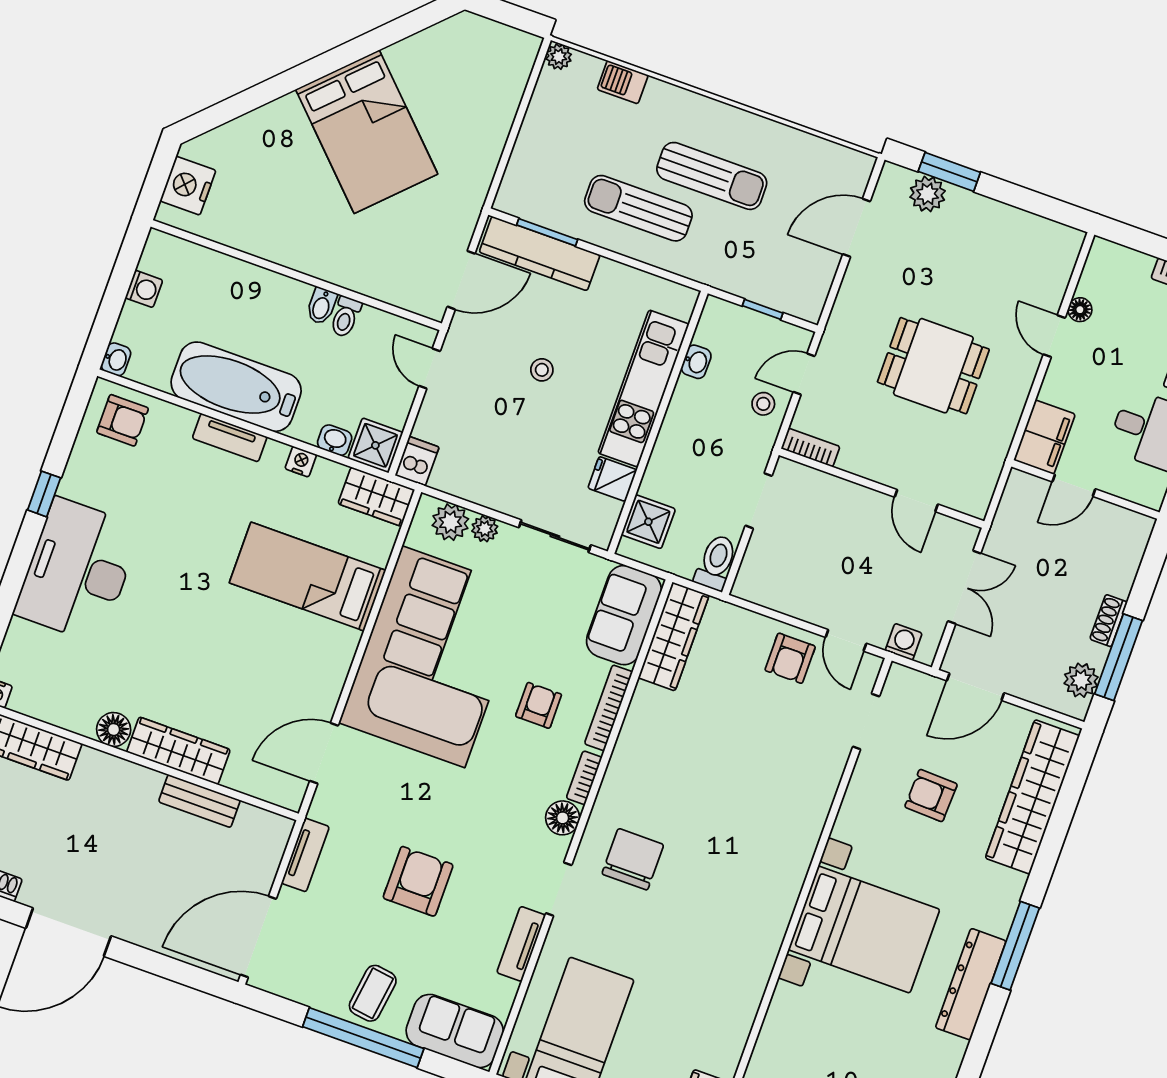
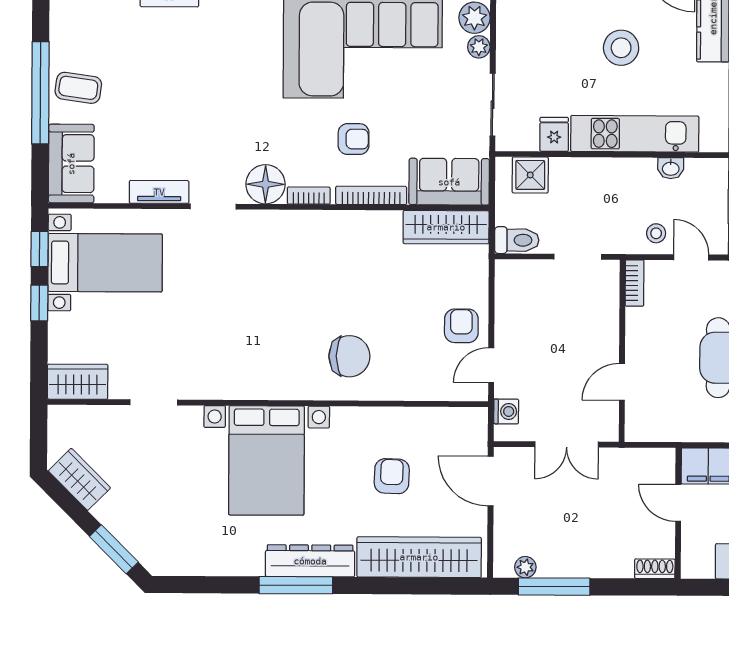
stool: (542, 370) -> (621, 48), width x1.89, depth x1.89
shoe rack: (1109, 621) -> (655, 569), moved
armchair: (790, 658) -> (461, 326), turned 90
plant: (1081, 680) -> (525, 567), width x0.73, depth x0.73
doorway: (866, 721) -> (154, 402), moved
floor lamp: (563, 818) -> (266, 184), width x1.38, depth x1.38
chair: (633, 859) -> (349, 356), moved
armchair: (418, 881) -> (180, 93), removed
dresser: (971, 984) -> (310, 561), moved

